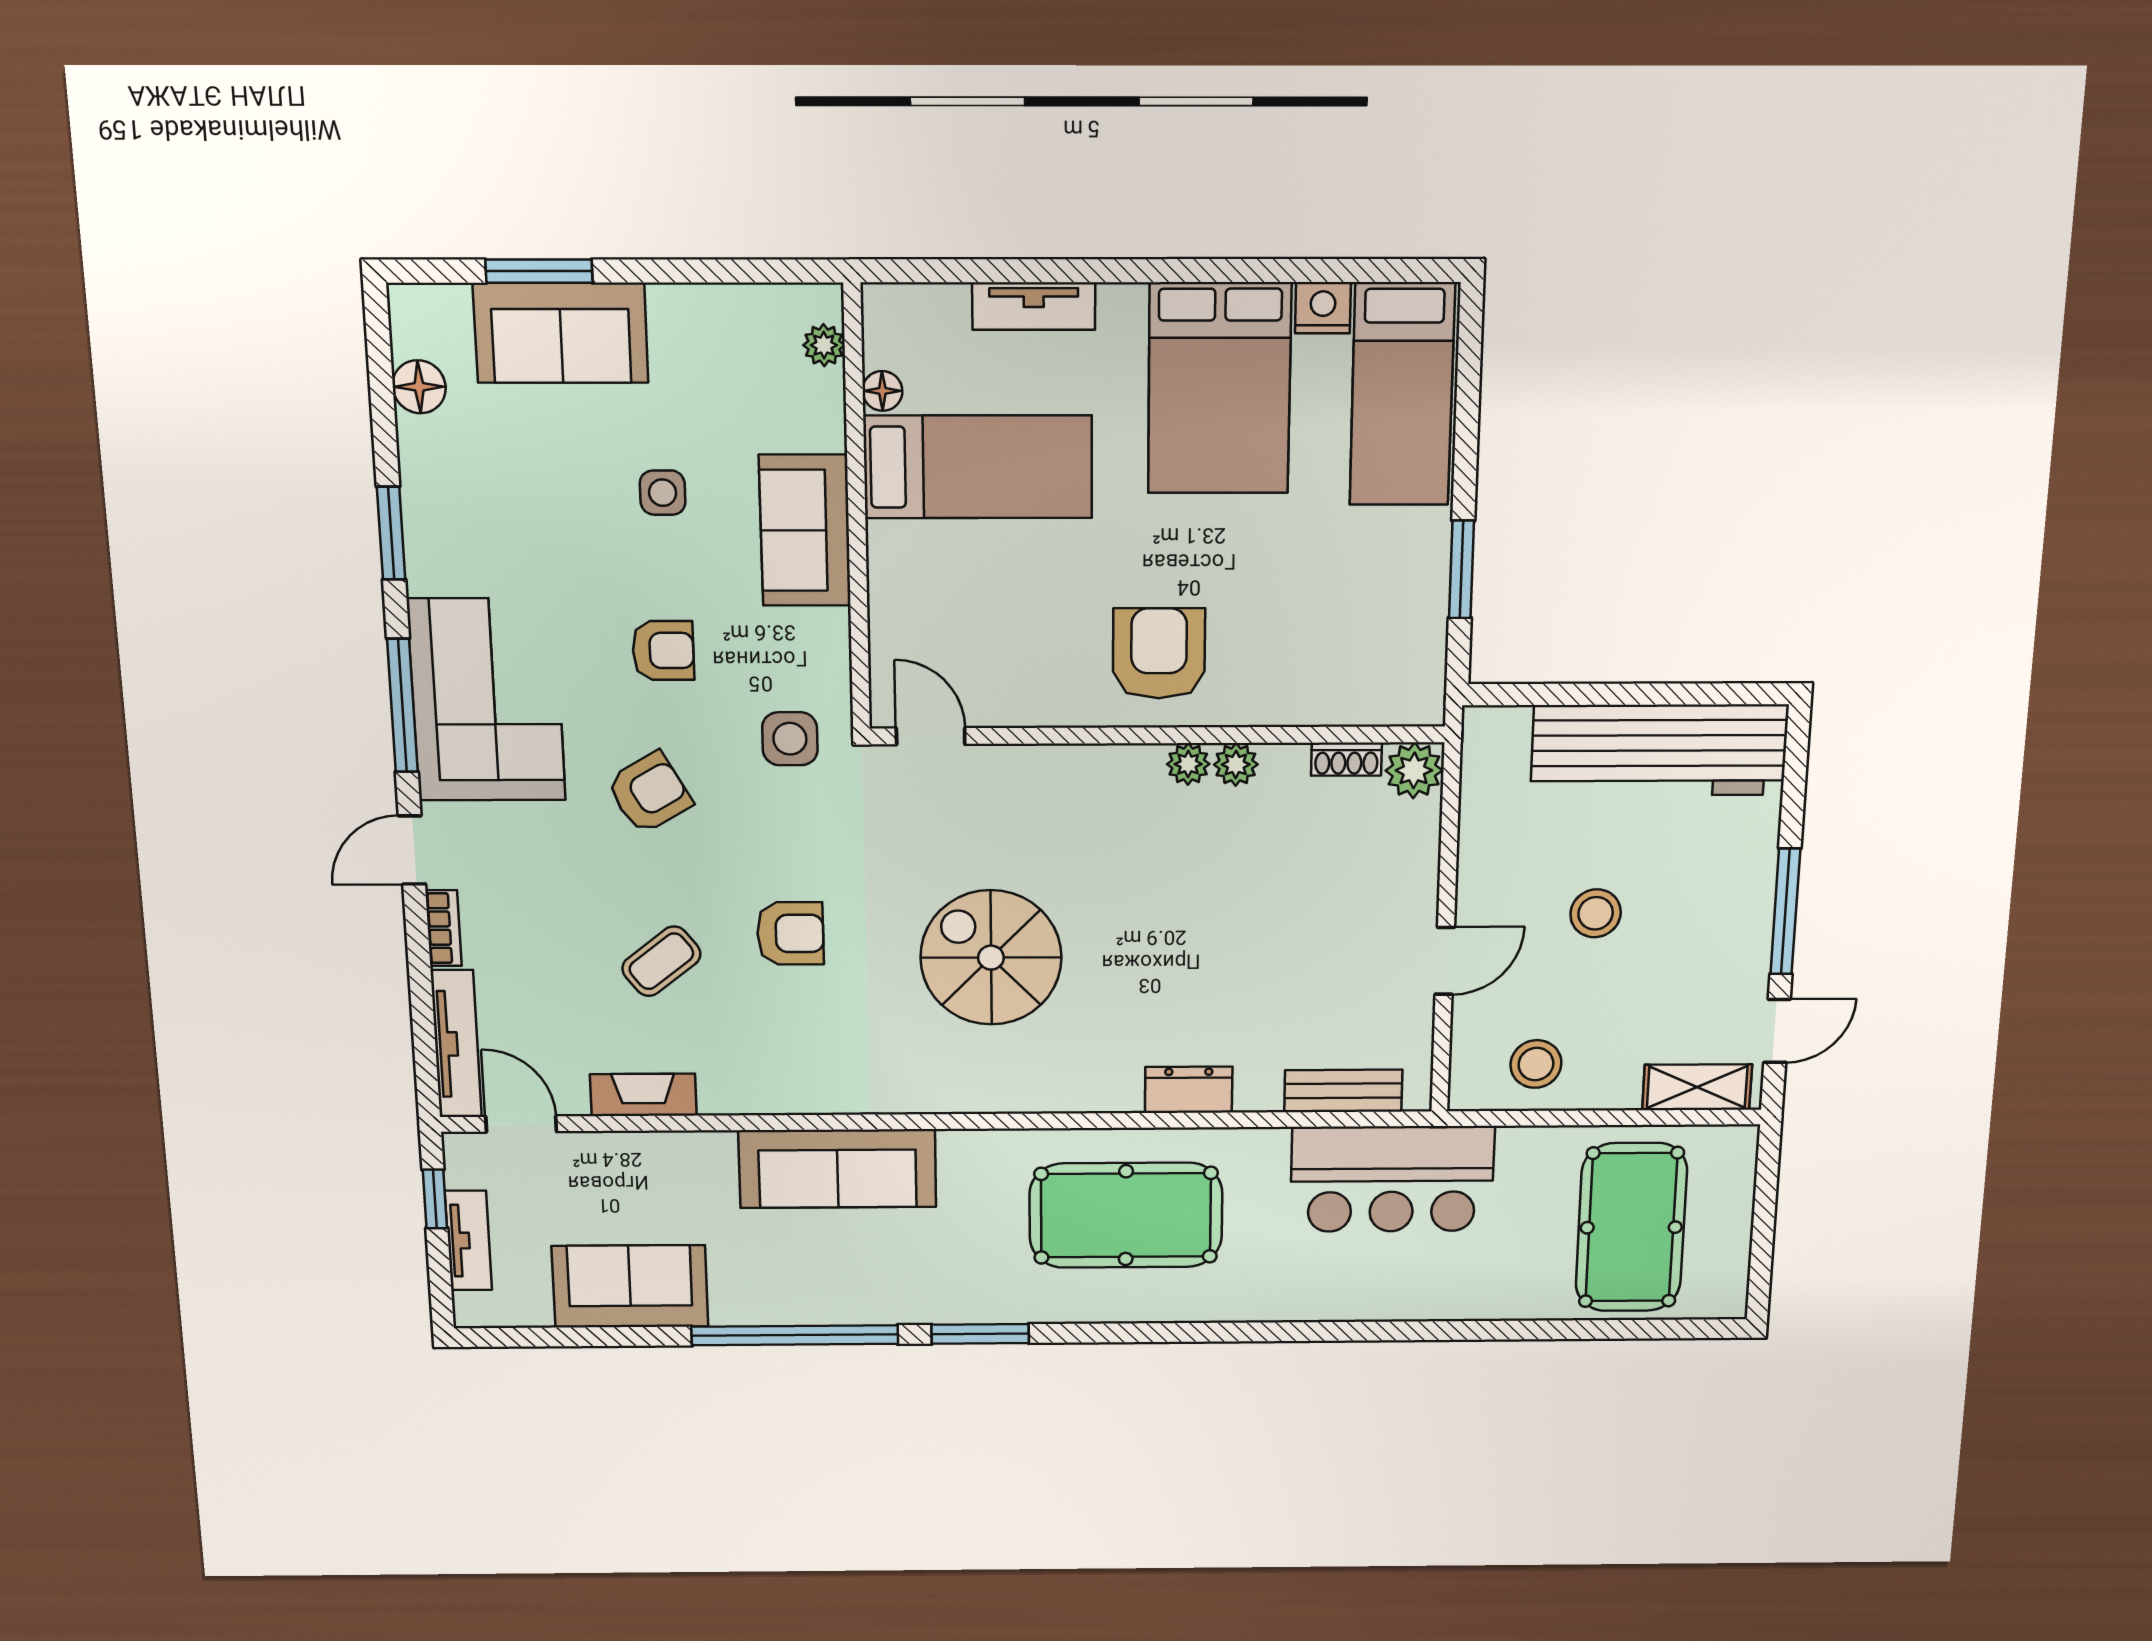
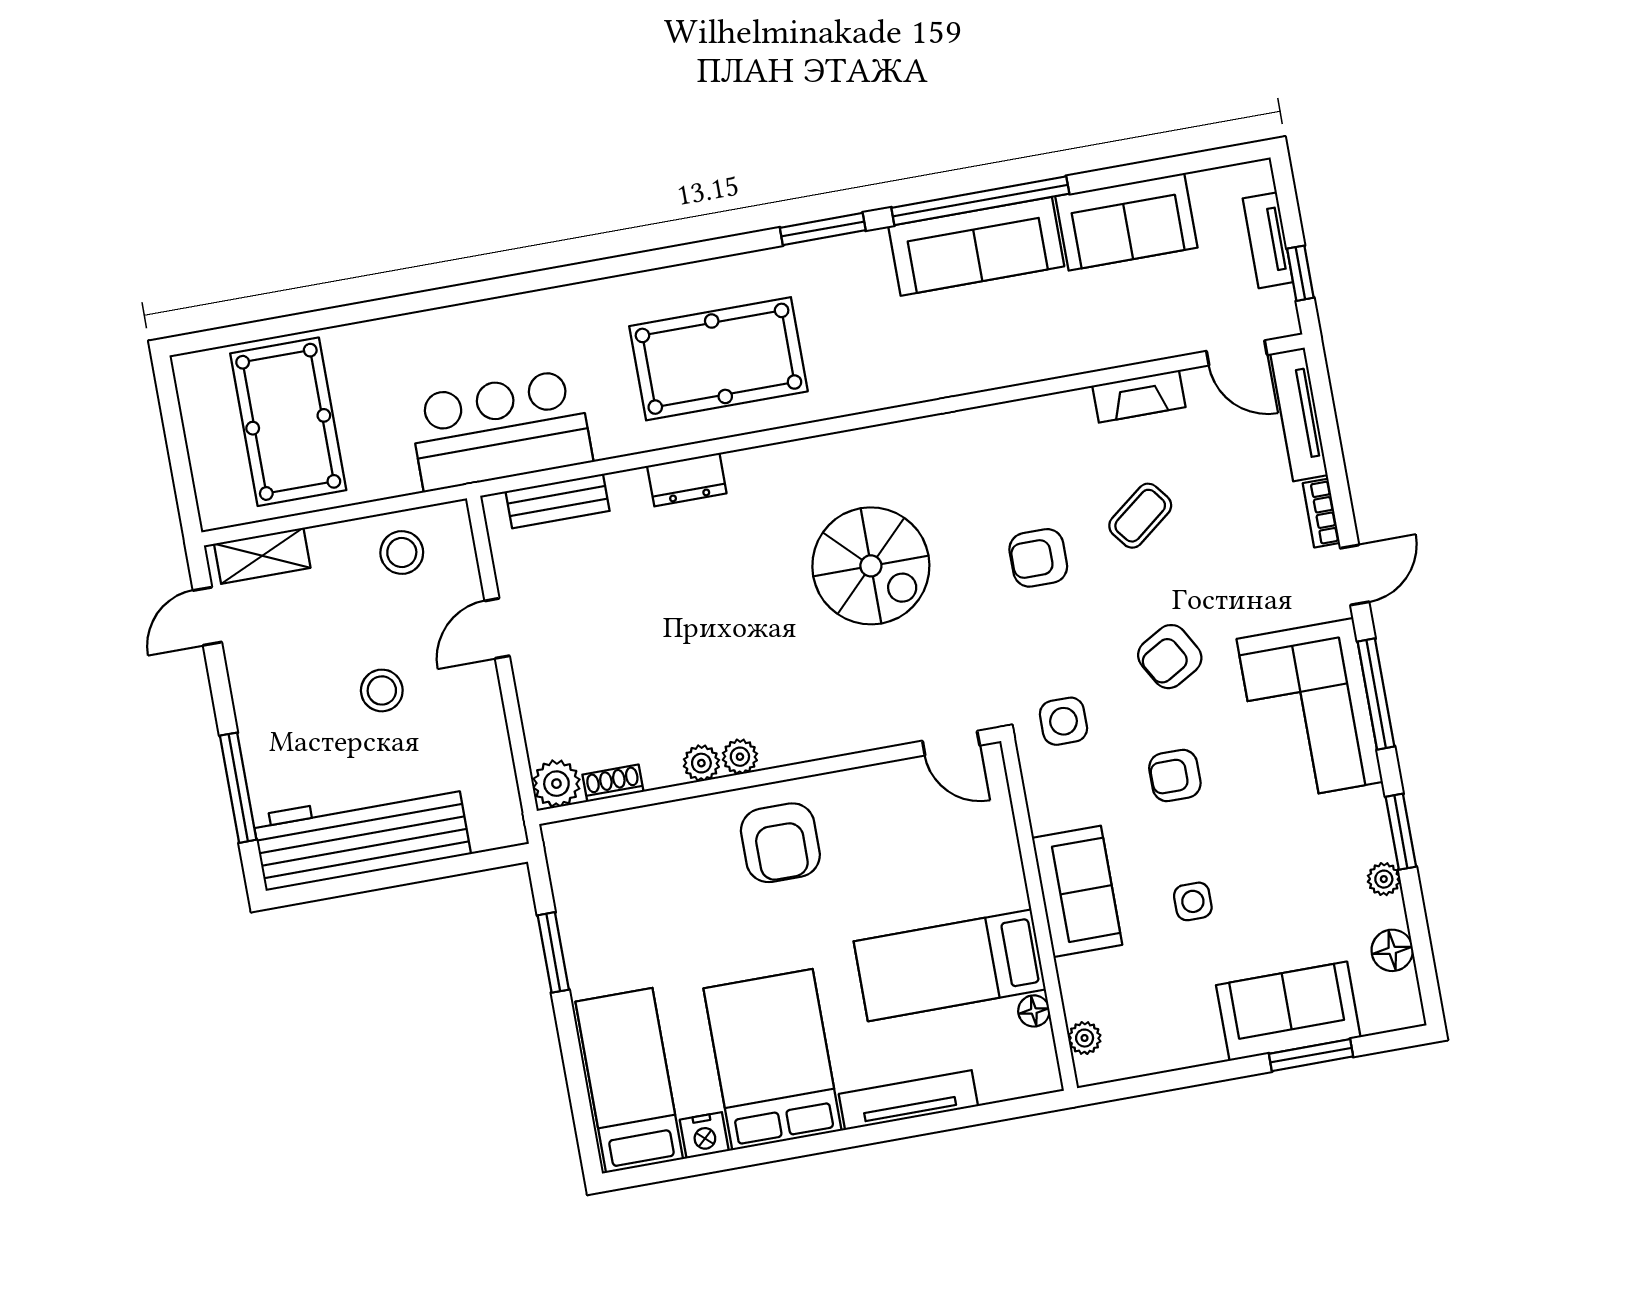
tv unit: (1034, 306) -> (908, 1100), width x1.41
plant: (419, 478) -> (1384, 879), added
window: (1785, 911) -> (238, 788), moved
sofa: (837, 1169) -> (976, 246), moved, turned 180

